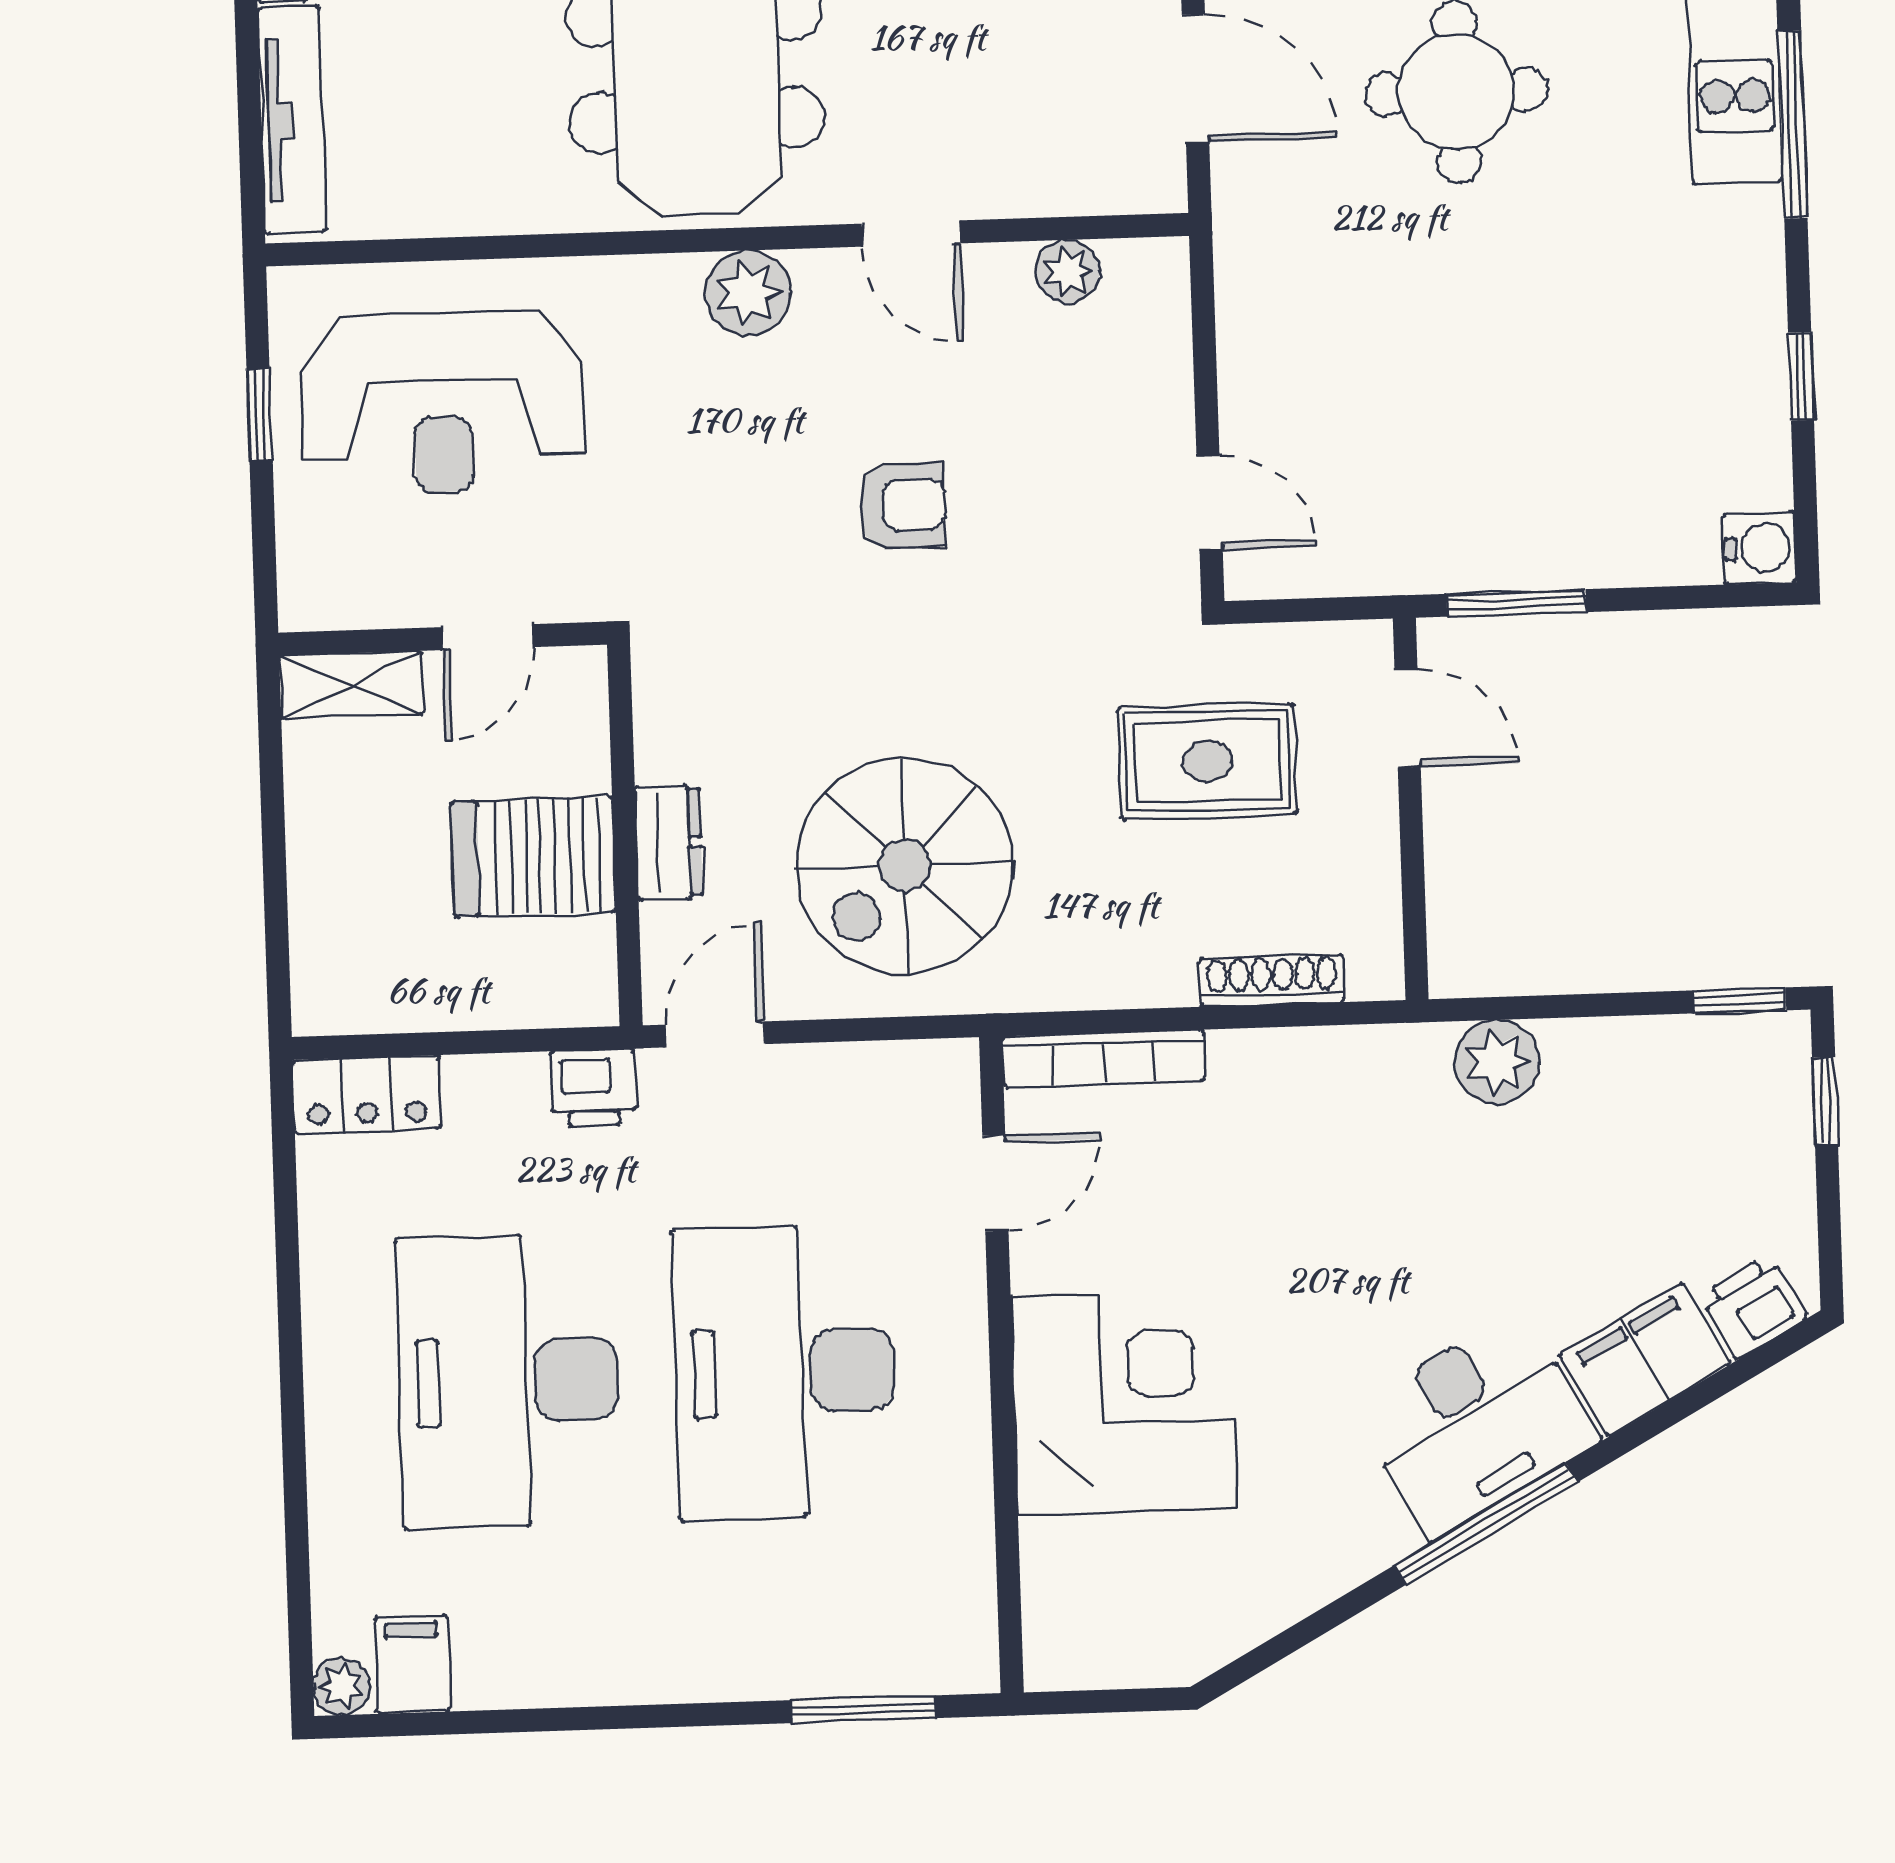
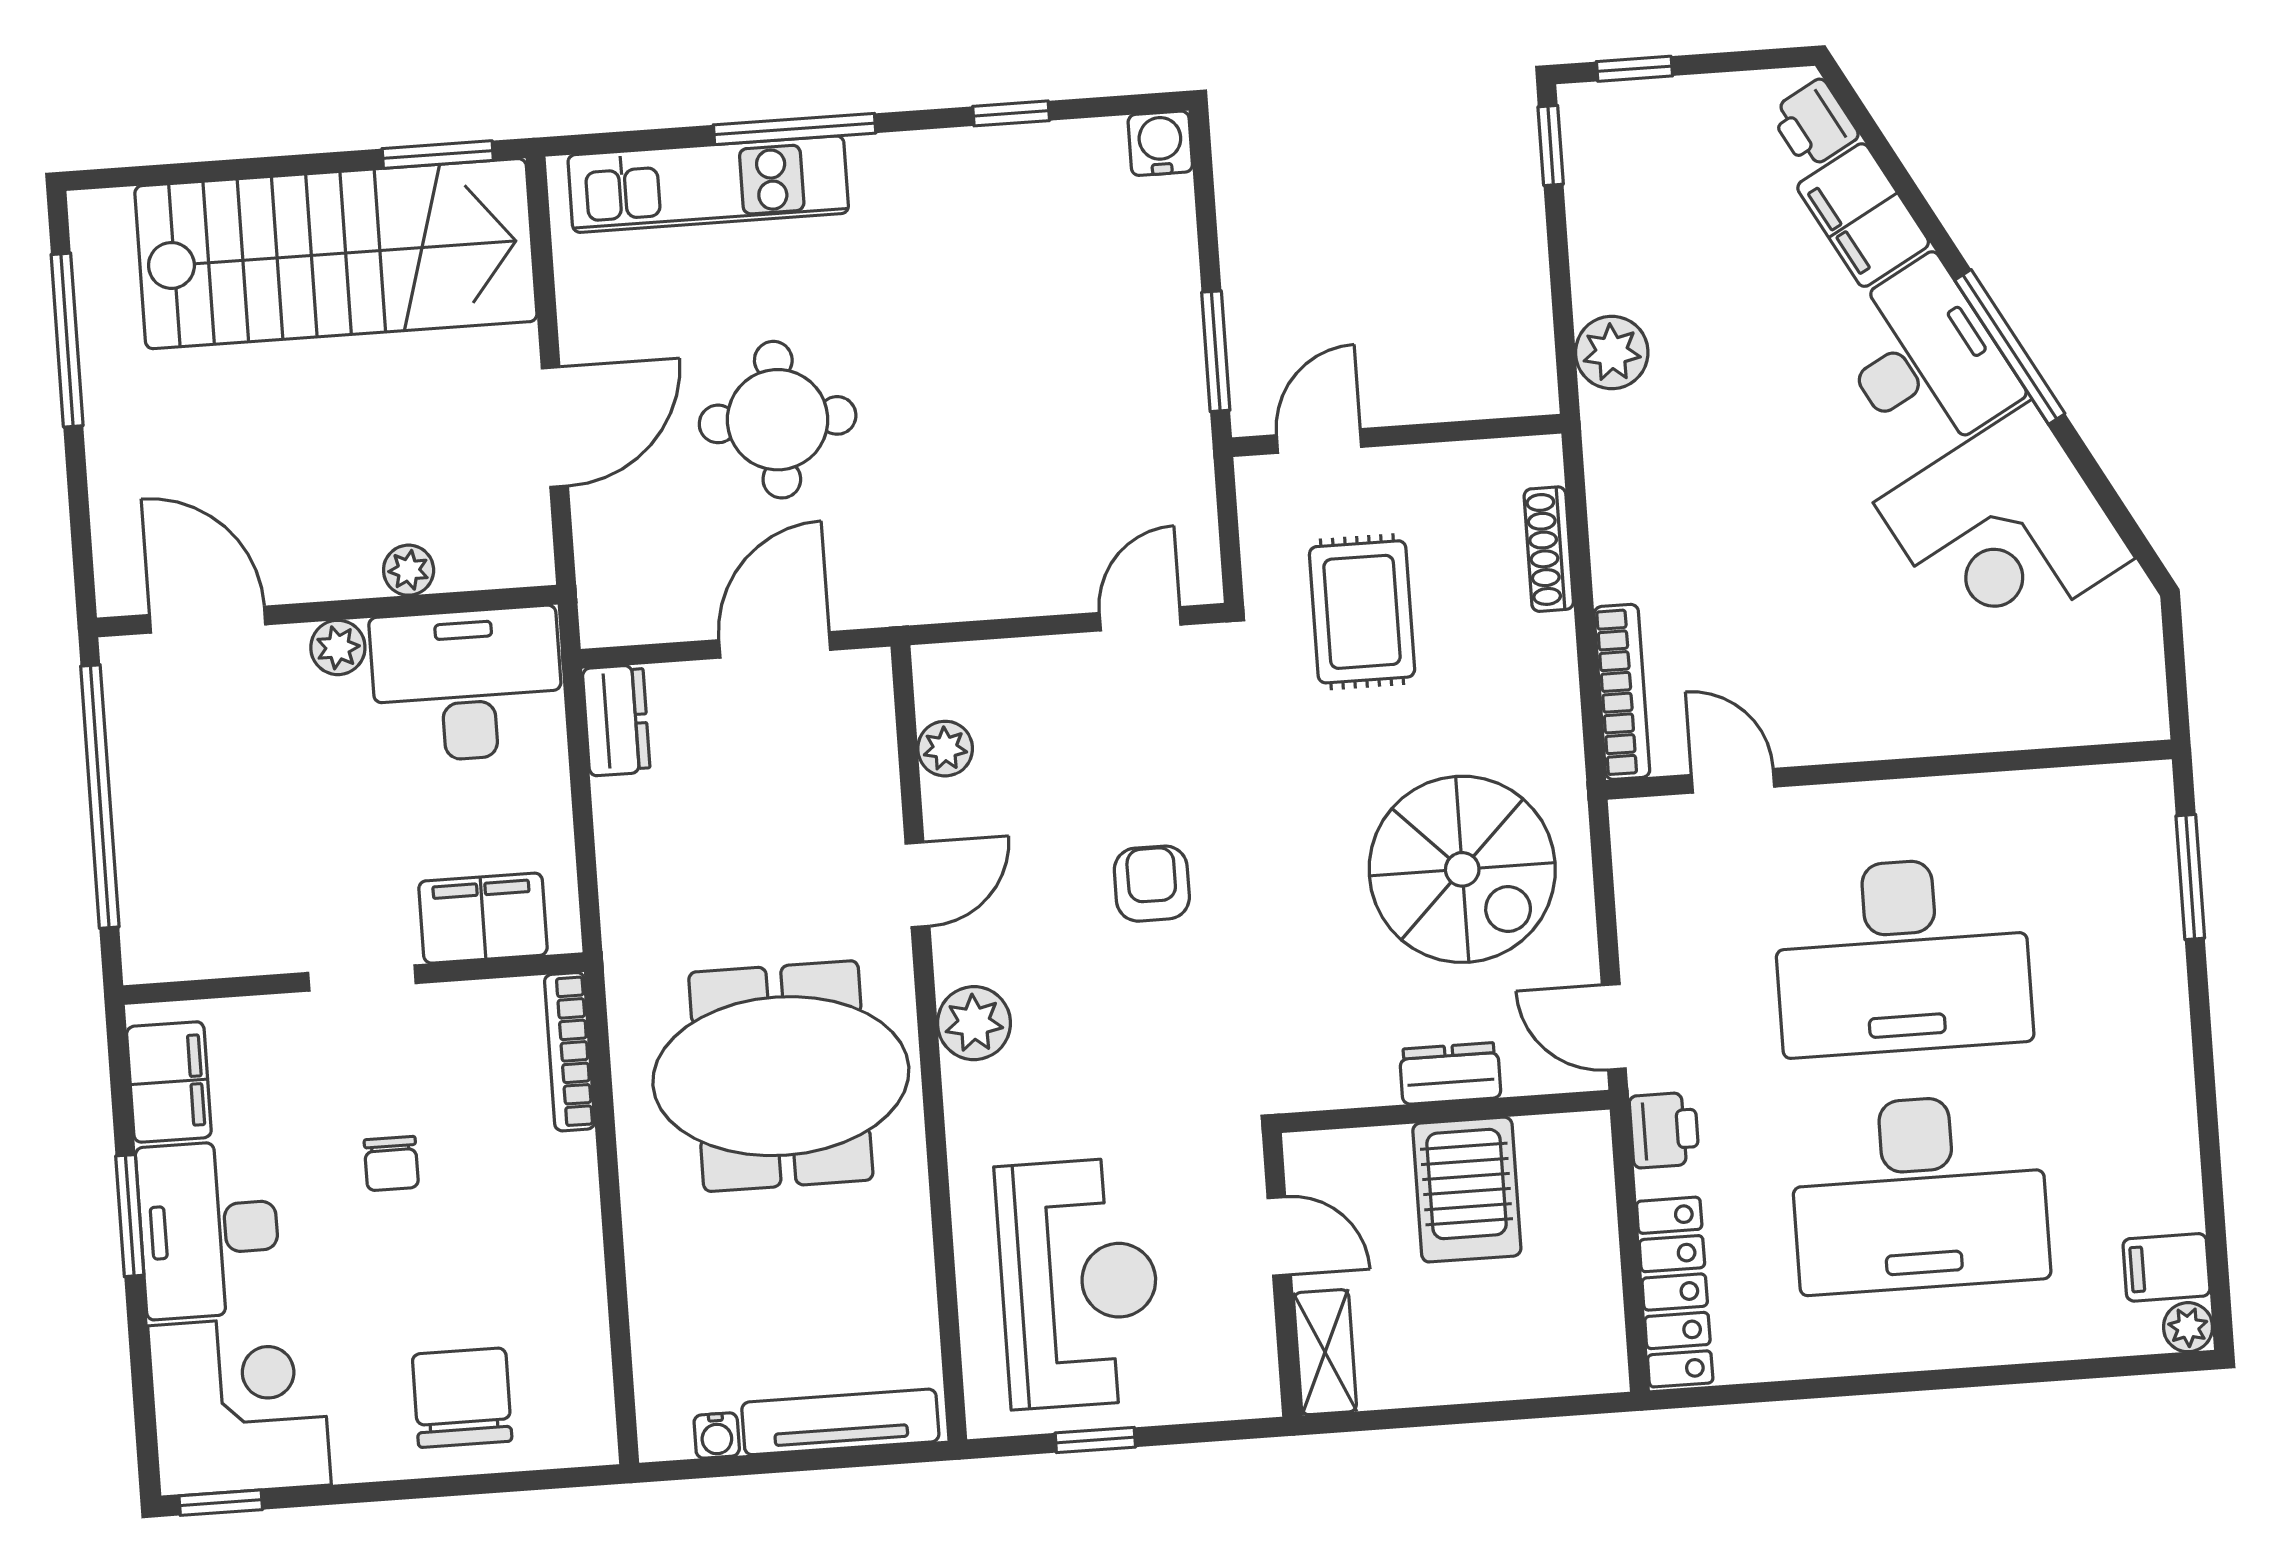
locker: (367, 1094) -> (1675, 1292), width x1.53
corner desk: (1124, 1402) -> (2004, 530), moved, turned -119

